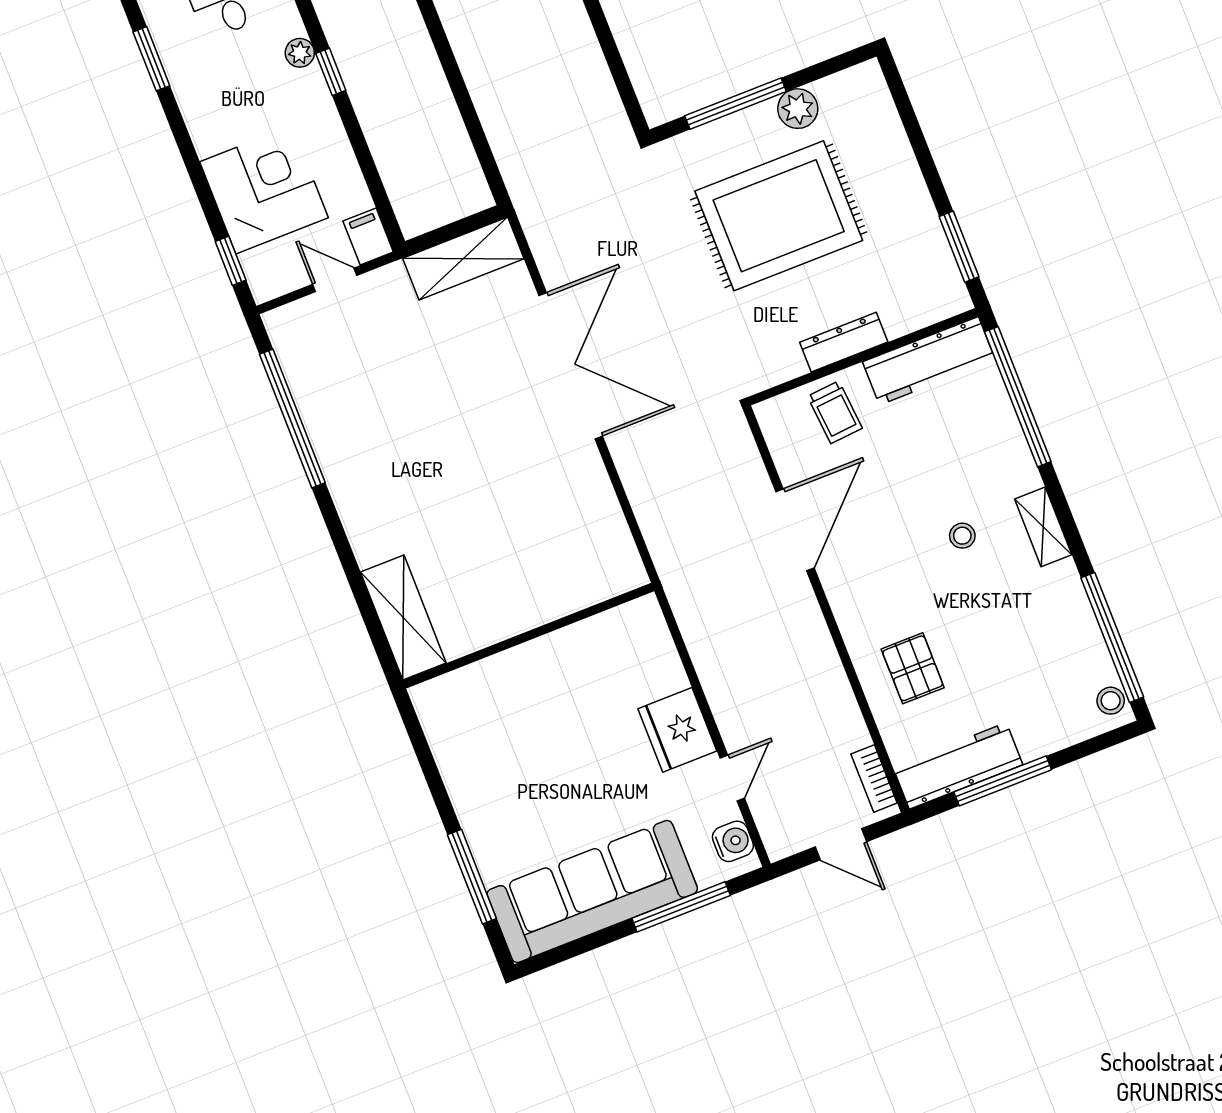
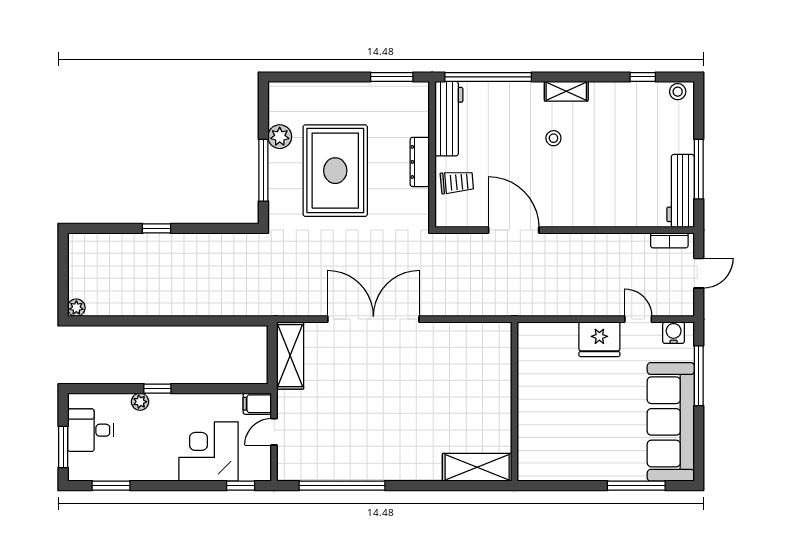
window: (1112, 637) -> (643, 77), width x0.32
pallet: (913, 668) -> (616, 195), removed

